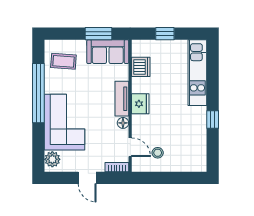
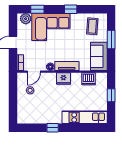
window: (98, 34) -> (111, 39), moved
window: (38, 93) -> (71, 9), width x0.32
window: (38, 142) -> (37, 9), added

